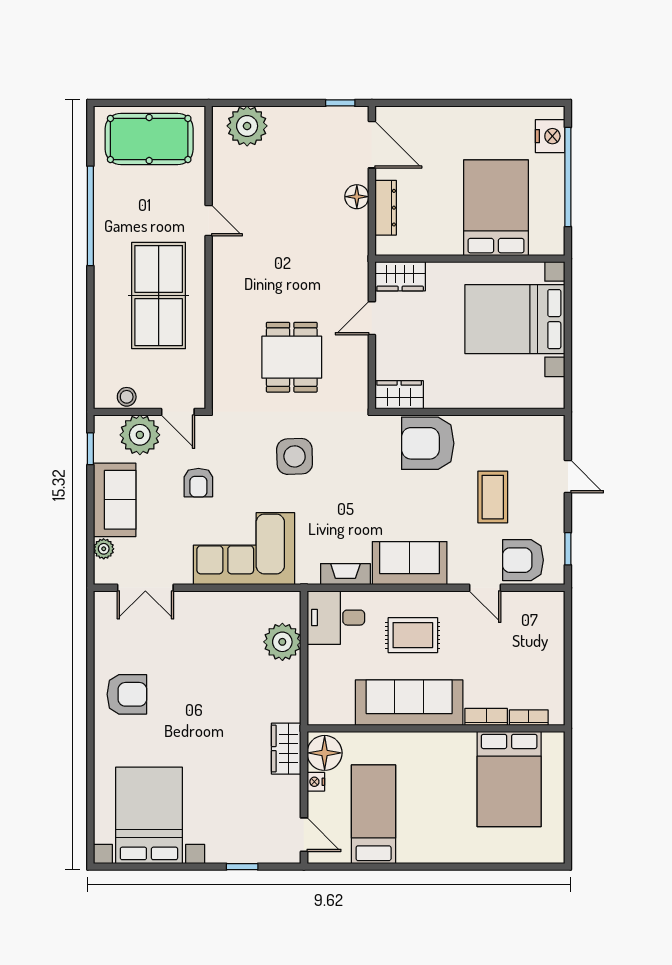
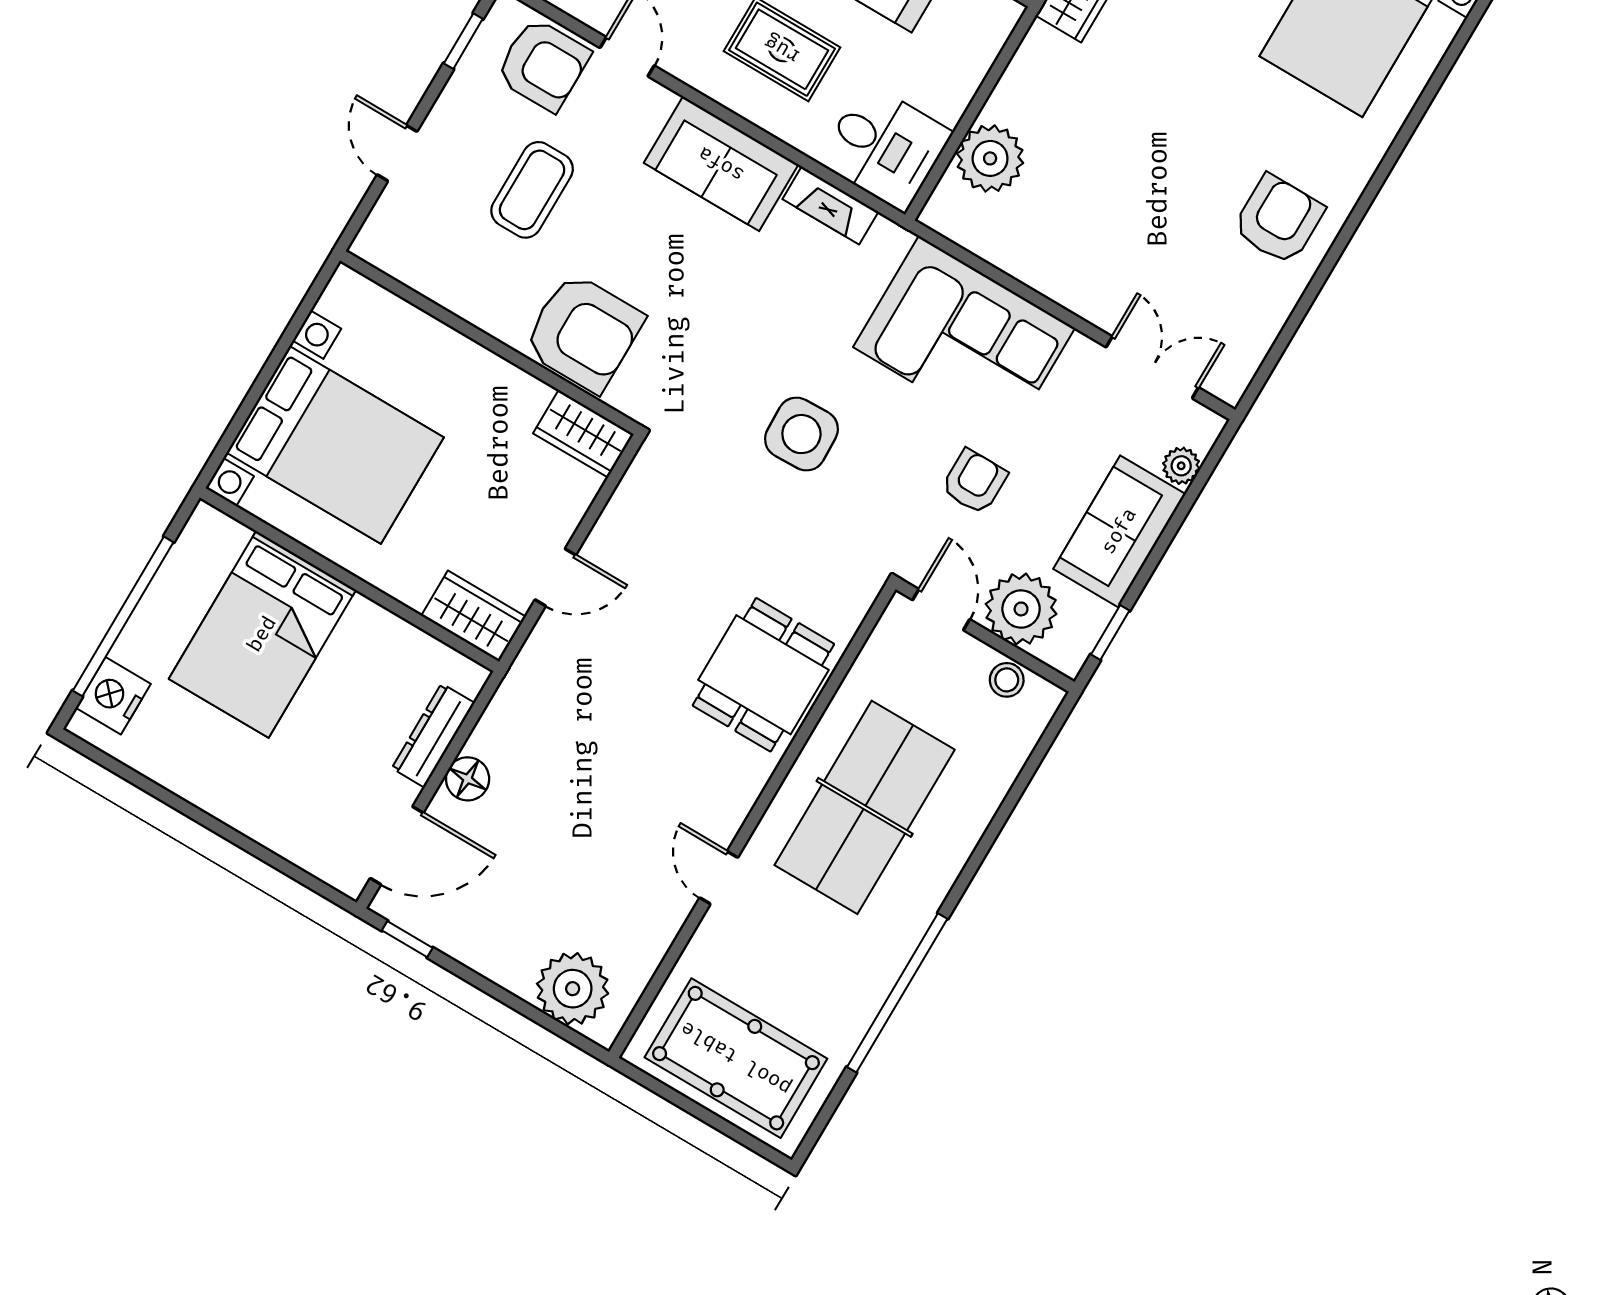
door: (372, 145) -> (397, 846), swing flipped
dining table: (292, 357) -> (763, 675), moved
armchair: (127, 694) -> (1279, 219), turned 90

